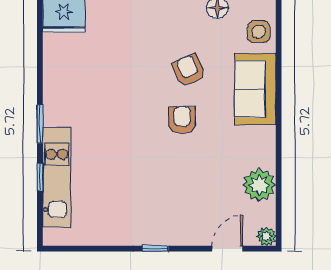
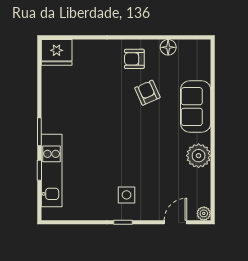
side table: (259, 32) -> (126, 195), moved
armchair: (182, 120) -> (134, 59), moved, turned -90
plant: (259, 185) -> (199, 156), moved

